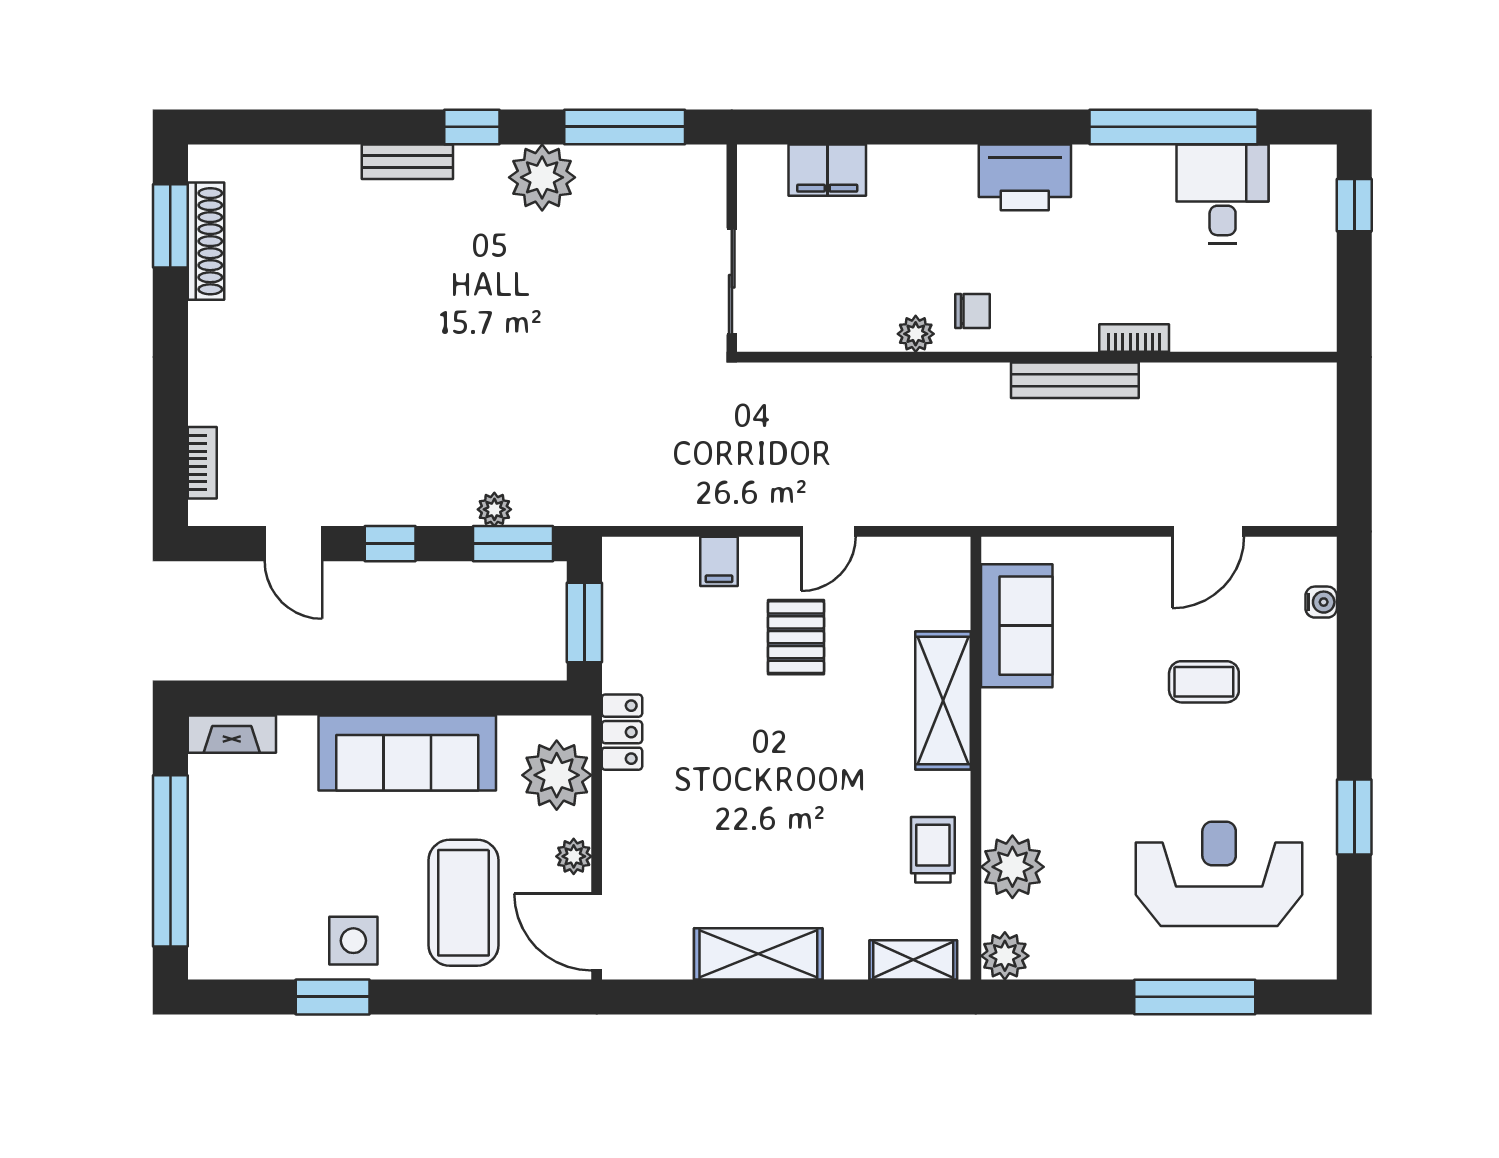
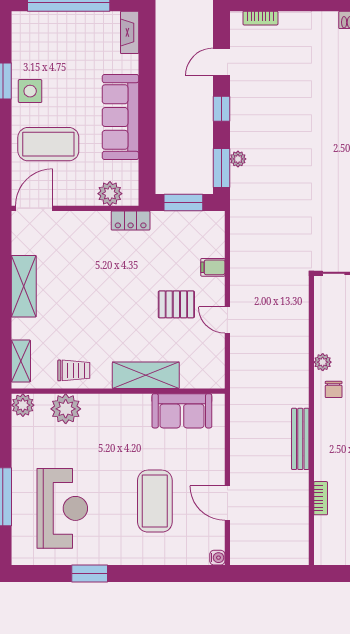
bookcase: (1134, 338) -> (321, 498), moved
water cooler: (1321, 602) -> (217, 558), moved, turned -90
coffee table: (1204, 682) -> (155, 501), width x1.86, depth x1.72
plant: (557, 775) -> (110, 194), width x0.73, depth x0.73
plant: (574, 856) -> (71, 197), removed

